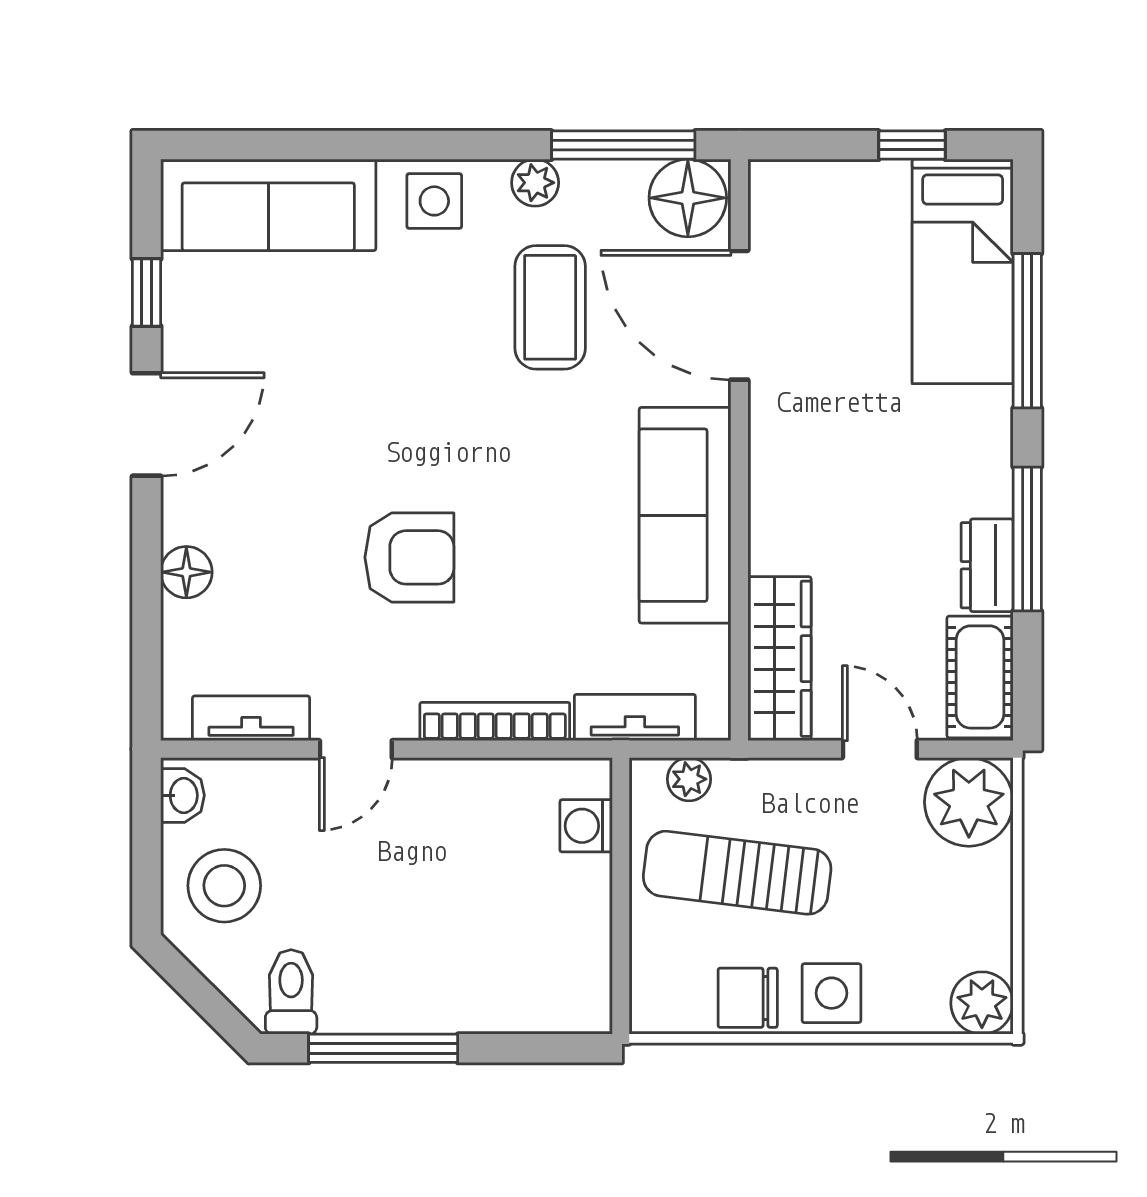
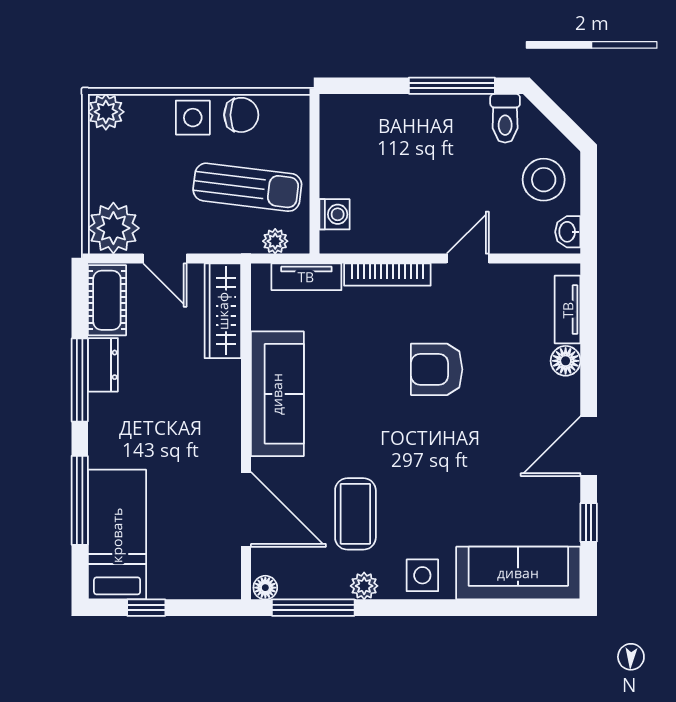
floor lamp: (688, 198) -> (265, 588), width x0.53, depth x0.53
tv unit: (251, 718) -> (568, 310), moved, turned 90

